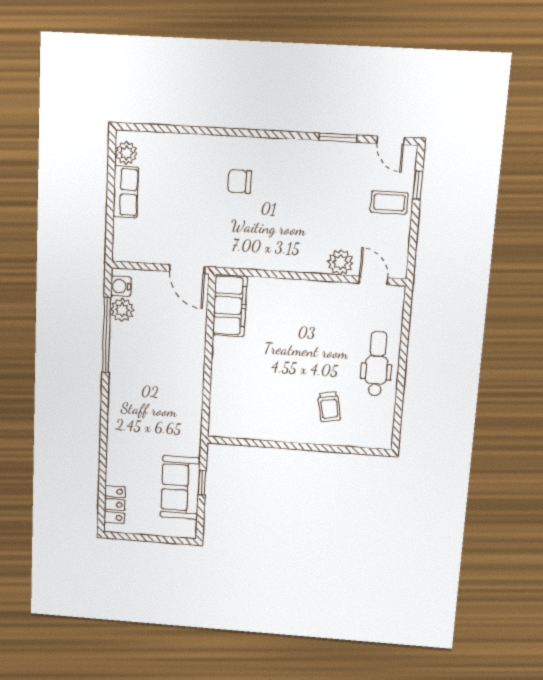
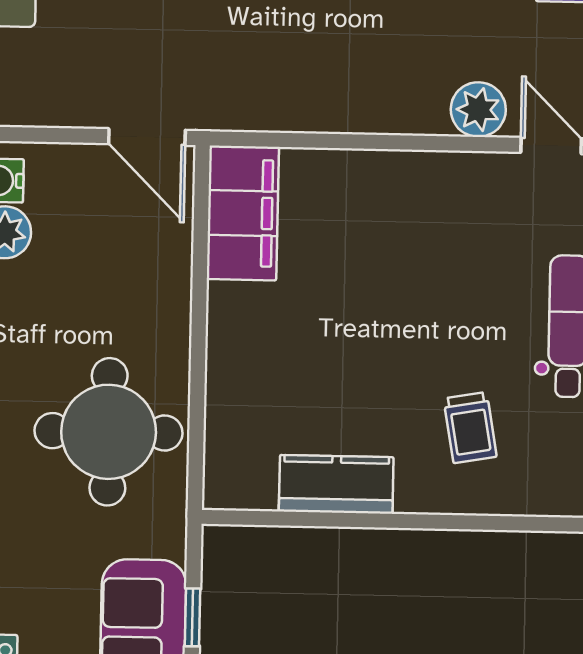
round table: (167, 401) -> (109, 432), added
kitchen counter: (268, 429) -> (336, 484), added

